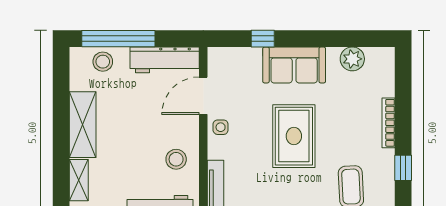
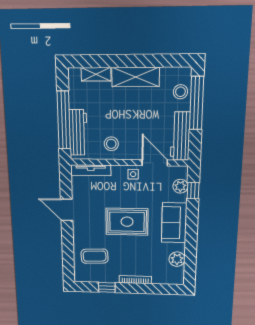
window: (263, 39) -> (193, 191), moved
plant: (238, 58) -> (180, 186), added

